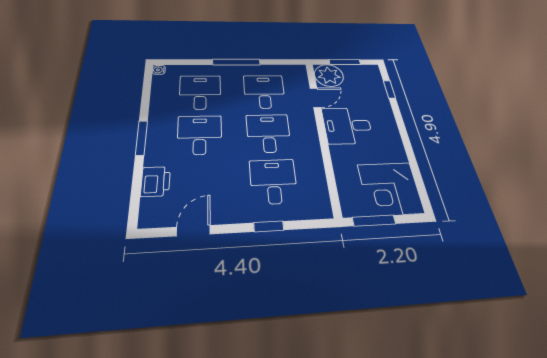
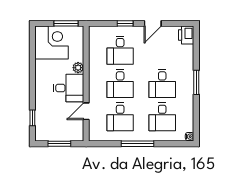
plant: (329, 75) -> (78, 68), moved, width x0.53, depth x0.53
printer: (156, 181) -> (186, 35), moved
door: (193, 231) -> (153, 23), moved

